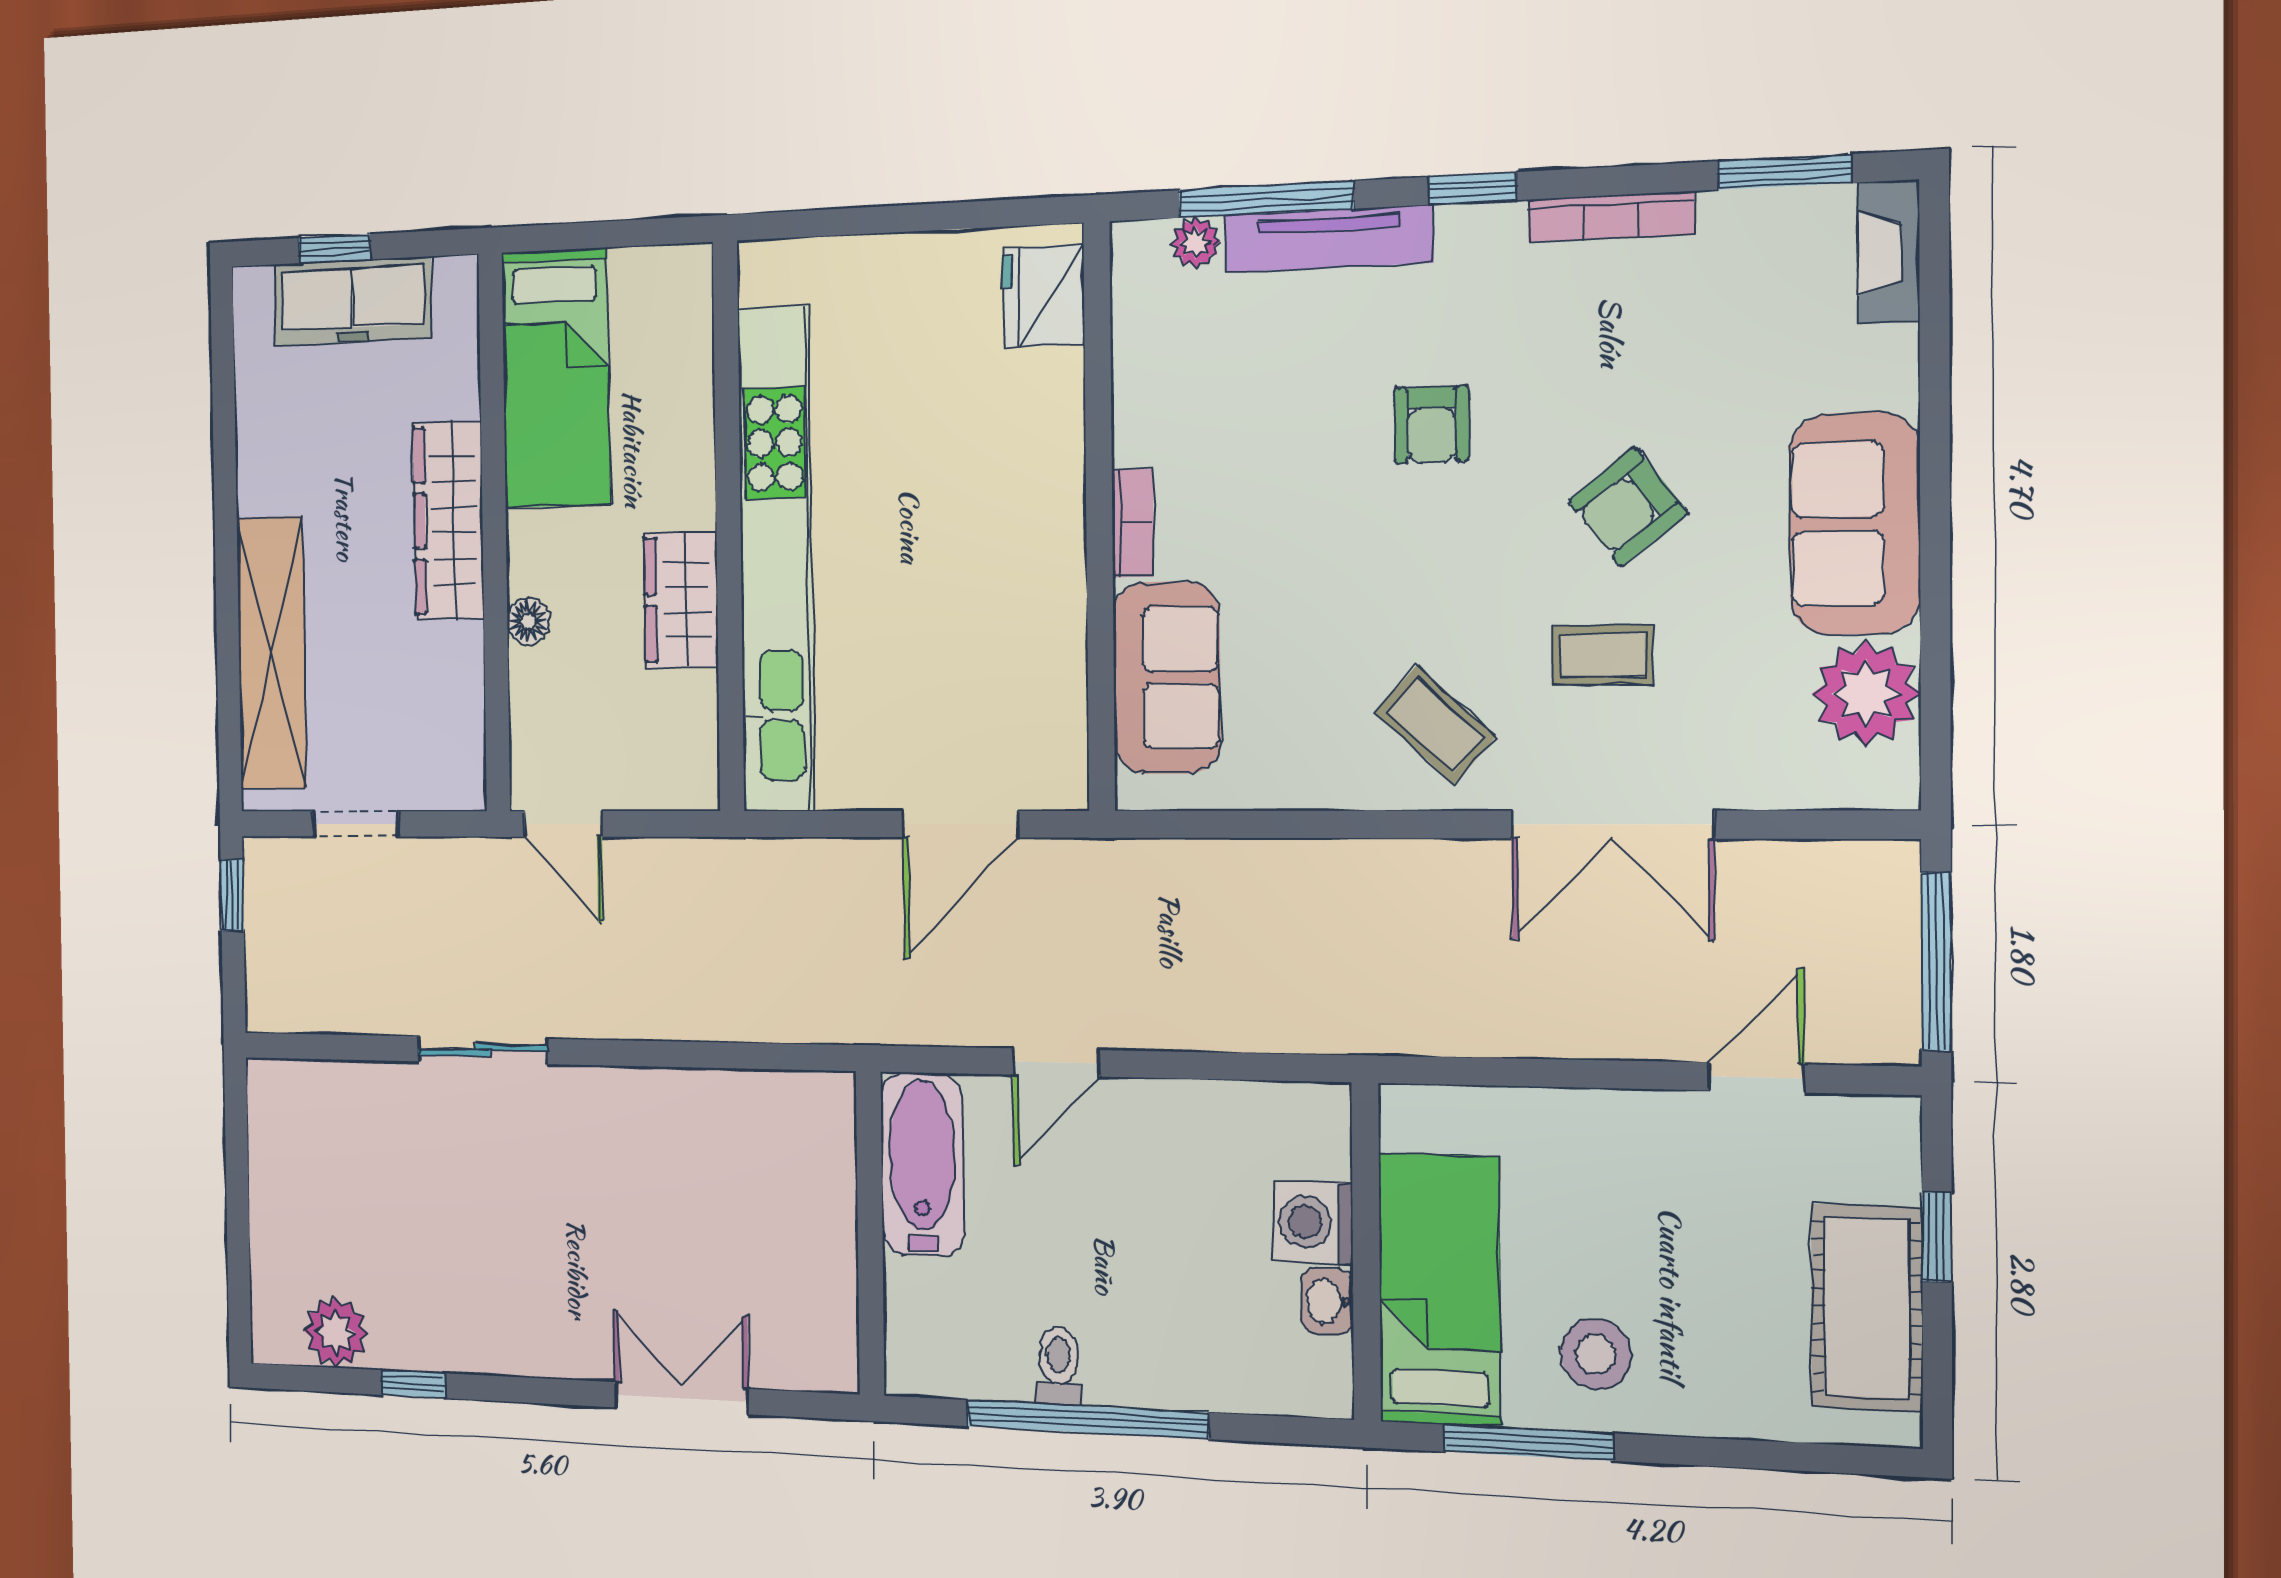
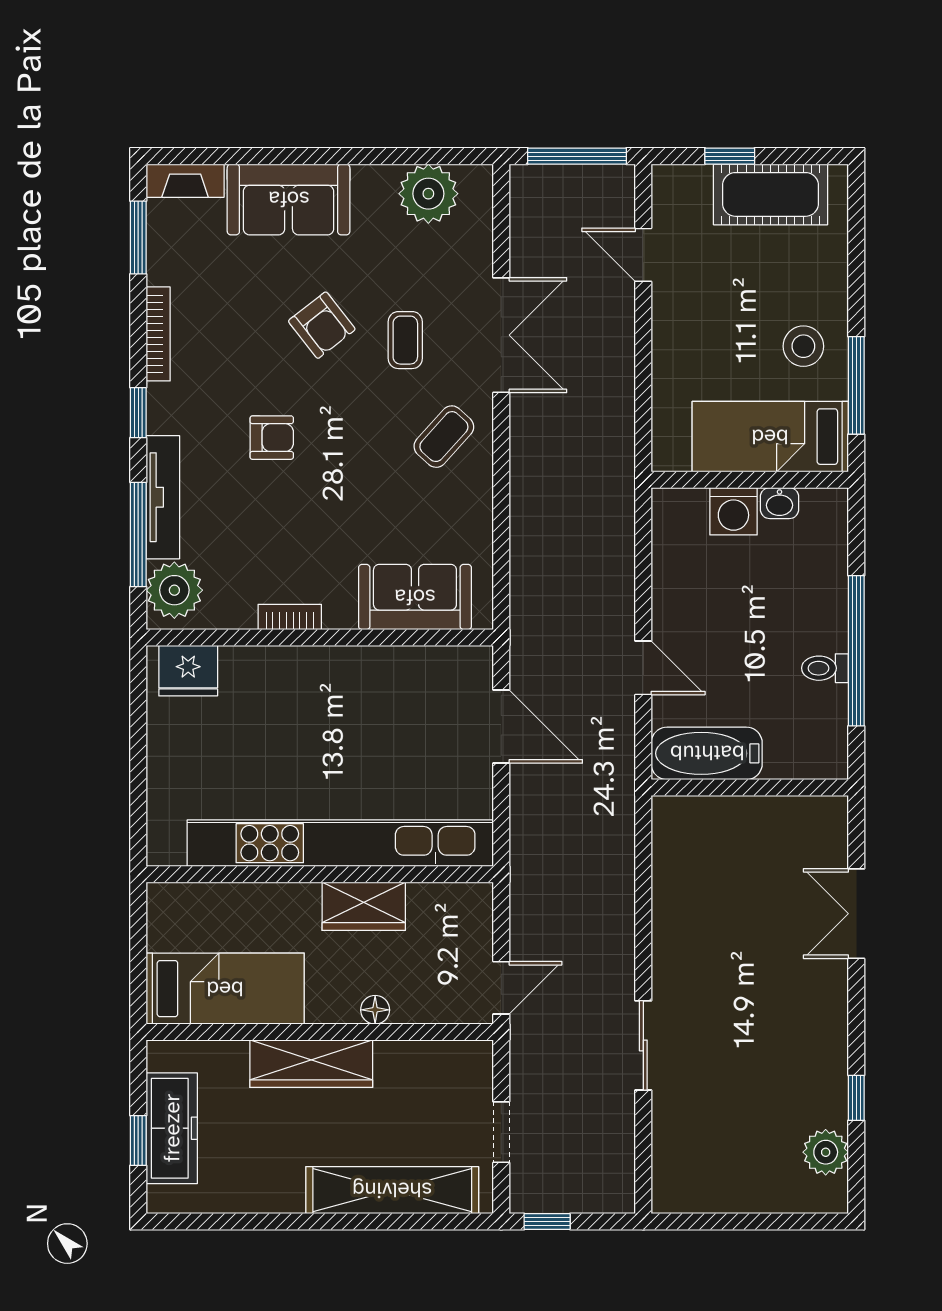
plant: (1196, 243) -> (174, 590), width x1.88, depth x1.88
bookcase: (1133, 523) -> (290, 617), moved
sofa: (1855, 524) -> (289, 199), moved

